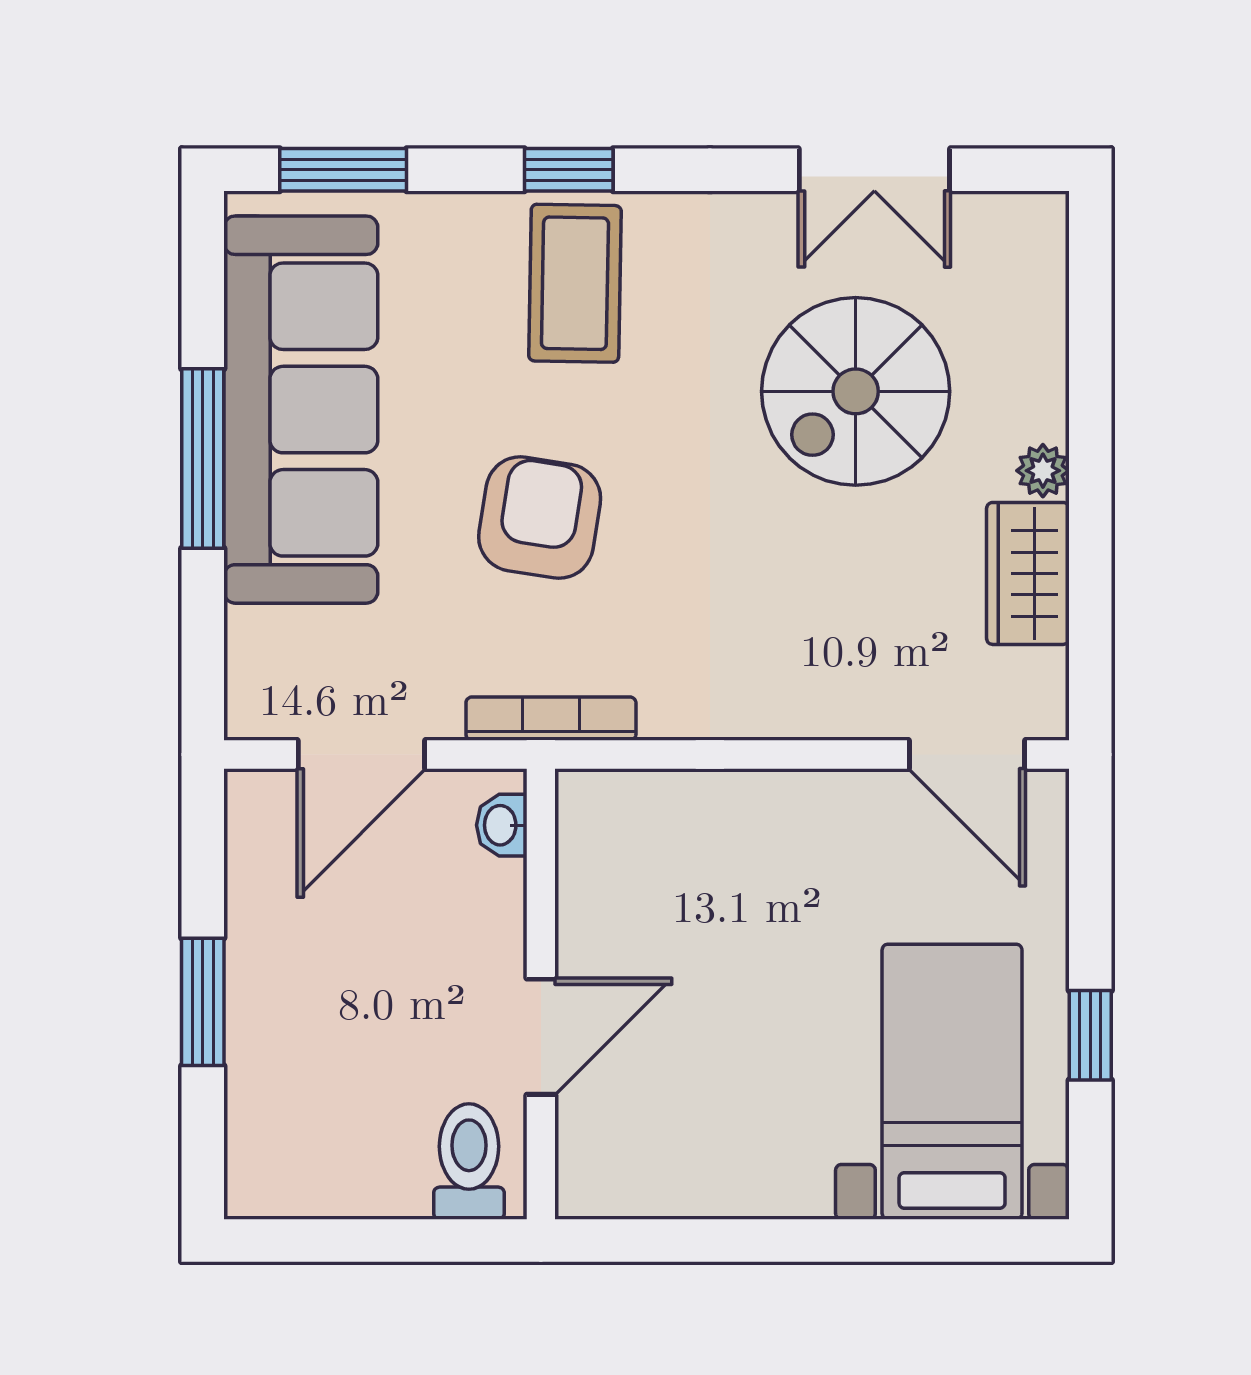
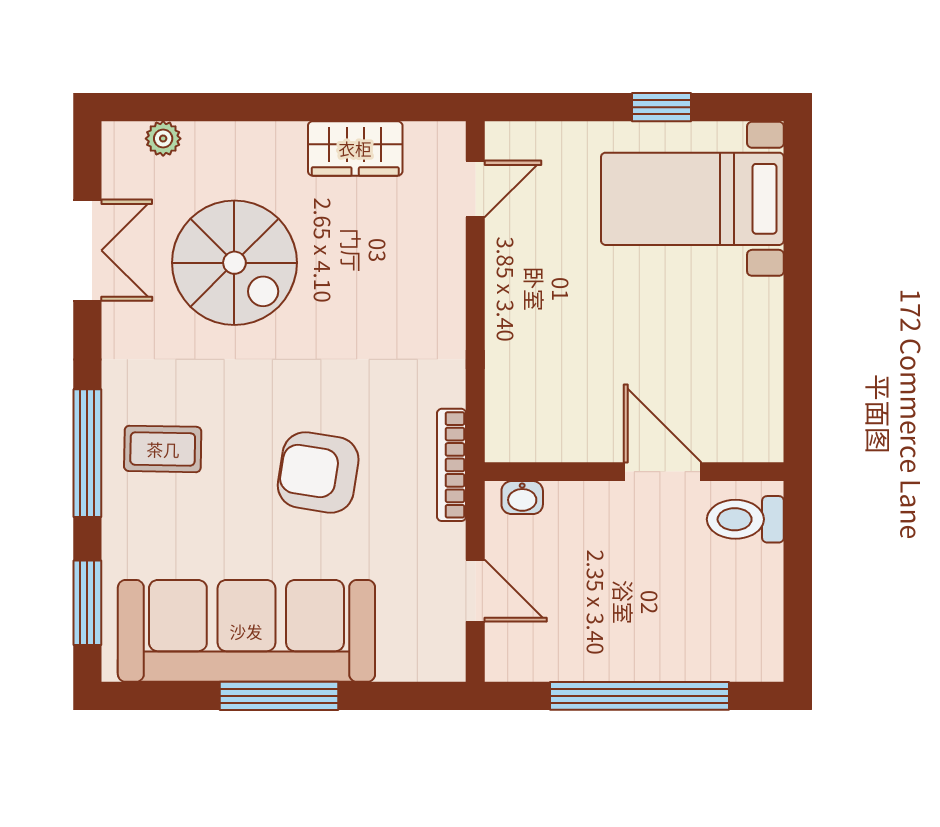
window: (569, 170) -> (87, 453), width x2.17
coffee table: (575, 283) -> (163, 449), width x0.73, depth x0.77
plant: (1043, 471) -> (163, 139), moved
door: (361, 754) -> (475, 591), width x0.73
door: (967, 754) -> (475, 189), width x0.73
window: (203, 1002) -> (639, 696), width x2.11

